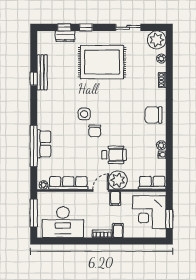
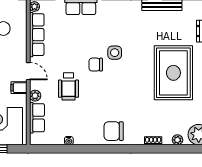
chair: (154, 115) -> (114, 131), turned -90
plant: (161, 145) -> (79, 140), removed
plant: (118, 180) -> (35, 96), width x0.53, depth x0.53
row of seats: (152, 183) -> (37, 118), moved

